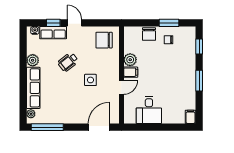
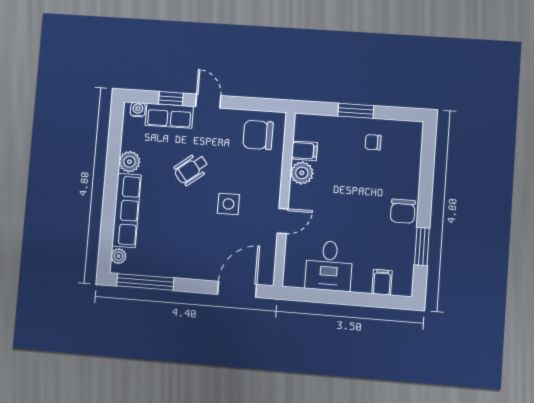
window: (169, 23) -> (356, 111), moved
chair: (149, 34) -> (403, 211), moved
window: (199, 46) -> (428, 158), removed
filing cabinet: (131, 72) -> (304, 151), moved
window: (199, 81) -> (422, 246), moved
filing cabinet: (190, 117) -> (382, 282), moved

